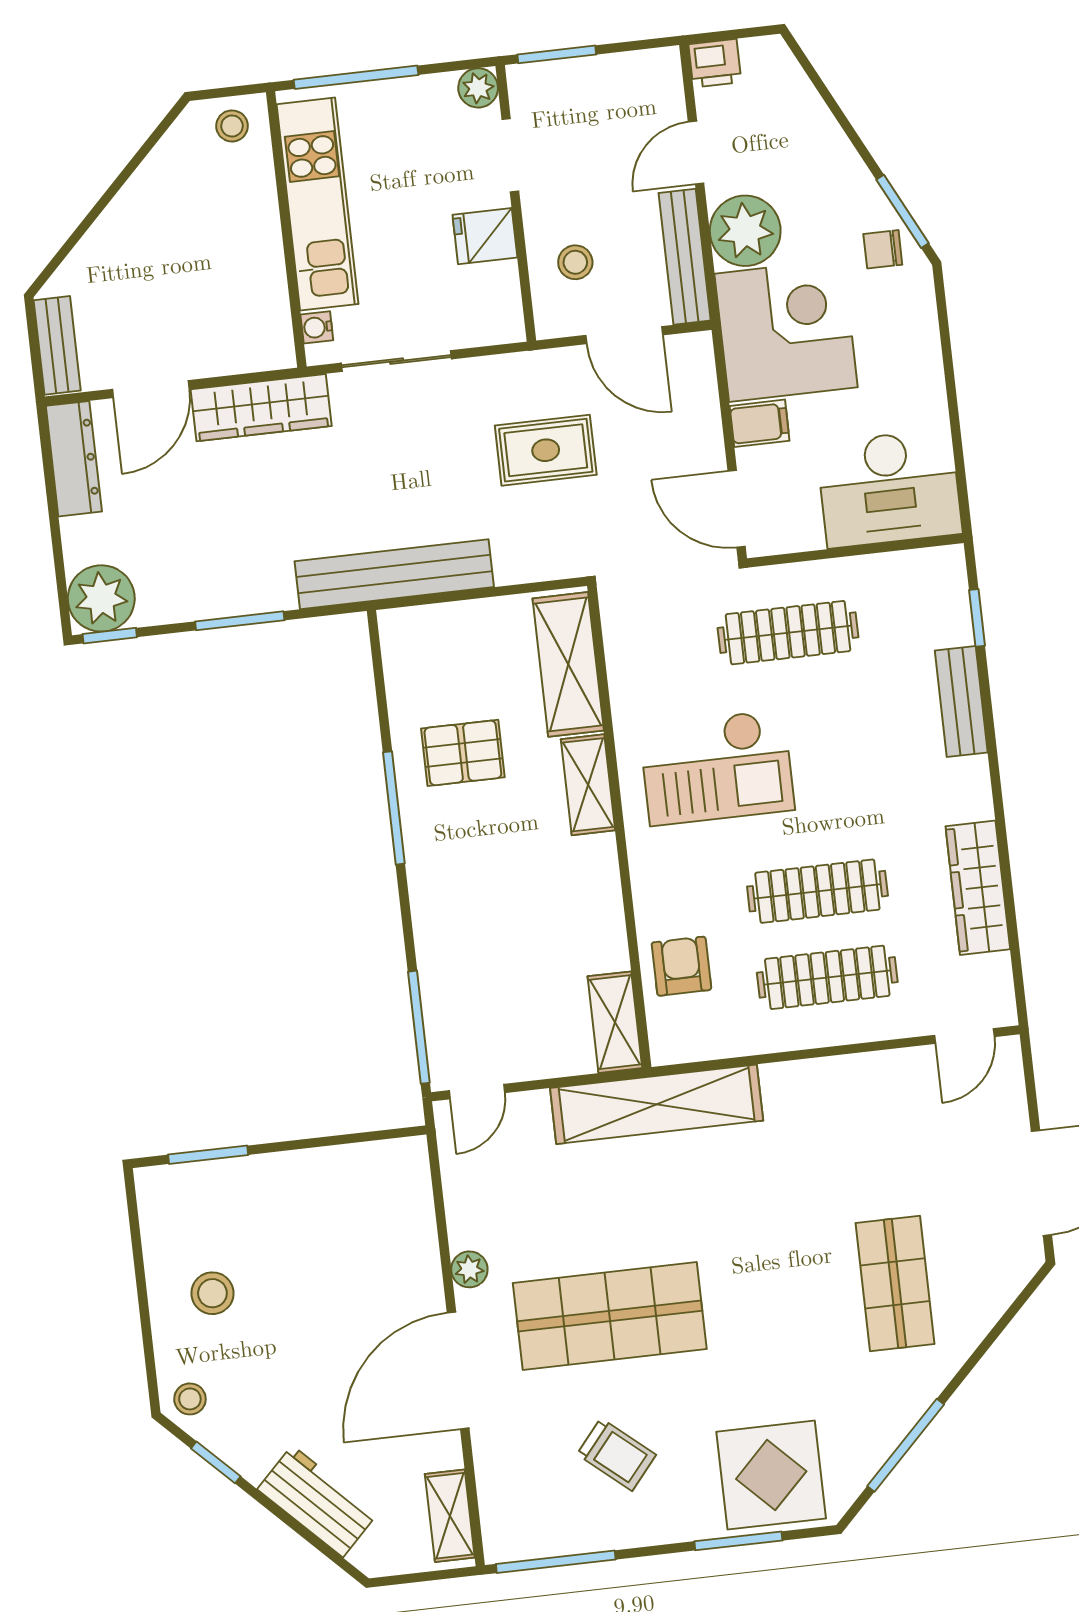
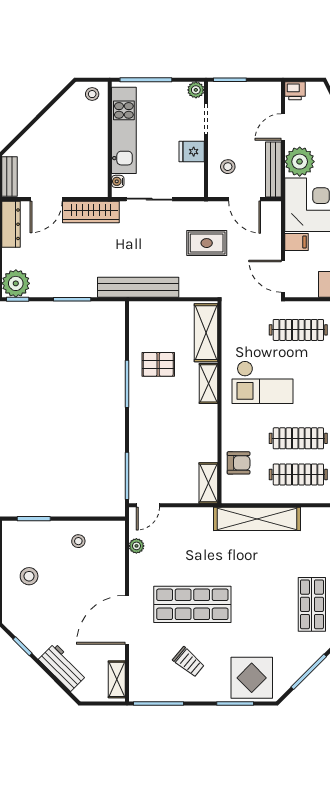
armchair: (681, 966) -> (239, 463), turned 90
shelving: (657, 1104) -> (257, 519), moved
plant: (469, 1269) -> (136, 546), moved
stool: (190, 1399) -> (78, 541), moved

